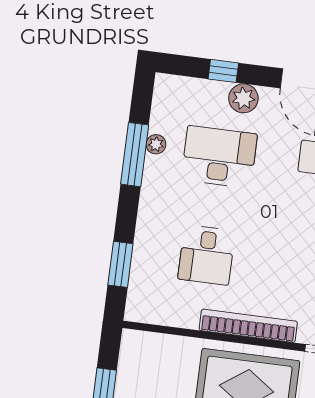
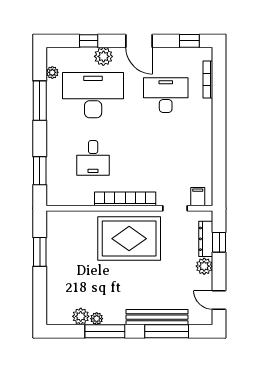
plant: (156, 144) -> (52, 72), moved
desk: (219, 157) -> (93, 95), width x1.36, depth x1.30

